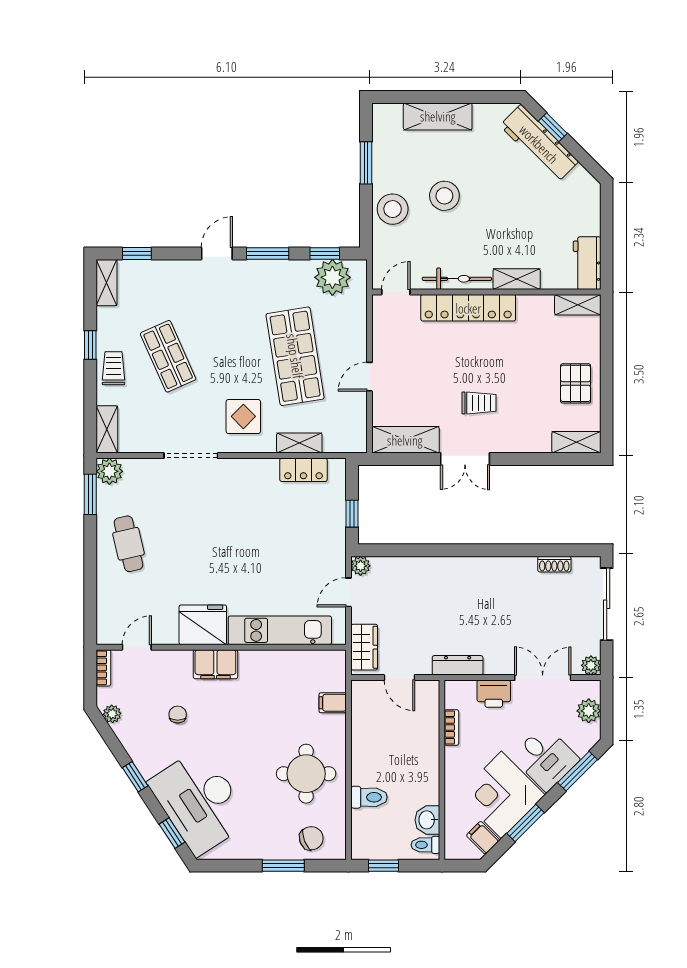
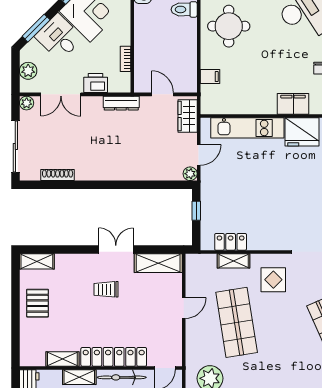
shelving: (578, 305) -> (62, 359), moved
shoe rack: (554, 564) -> (58, 175), width x1.43

